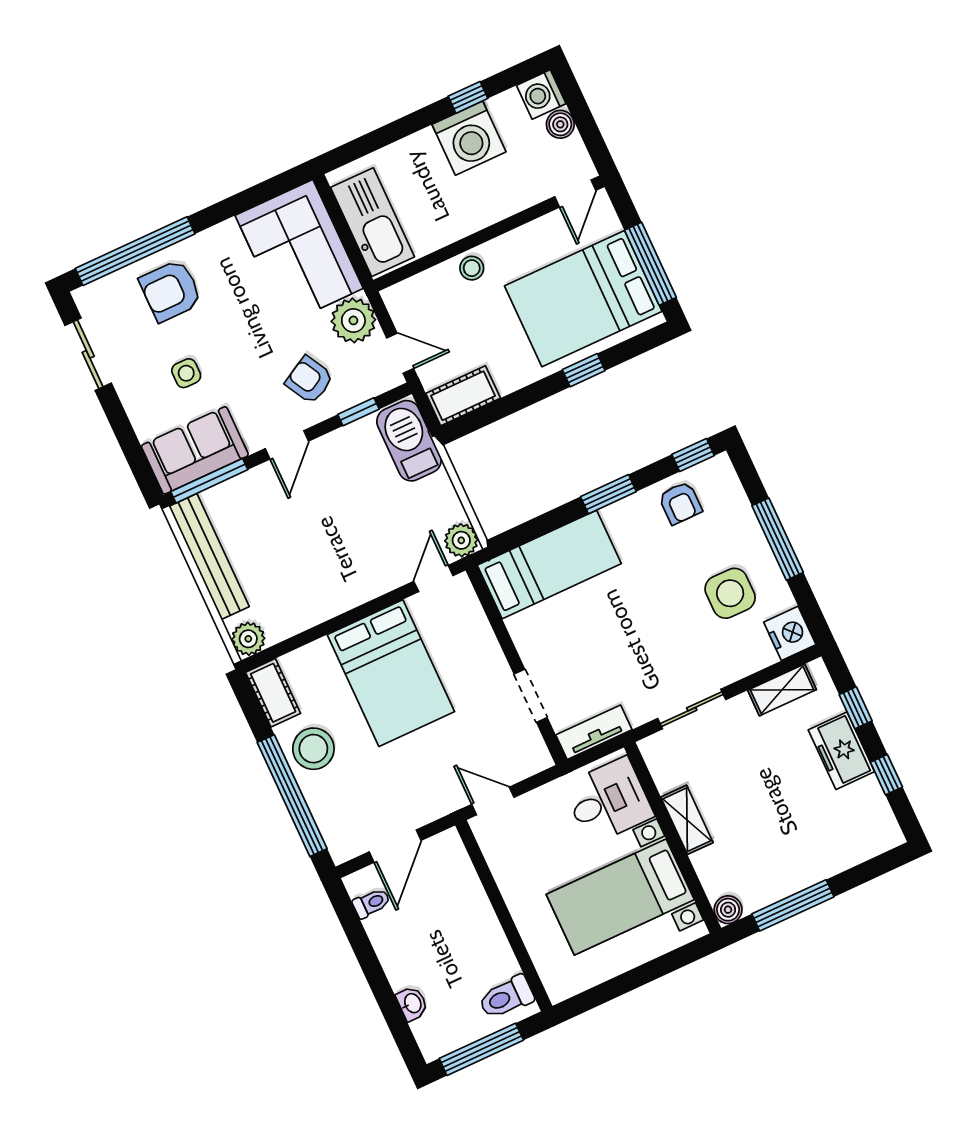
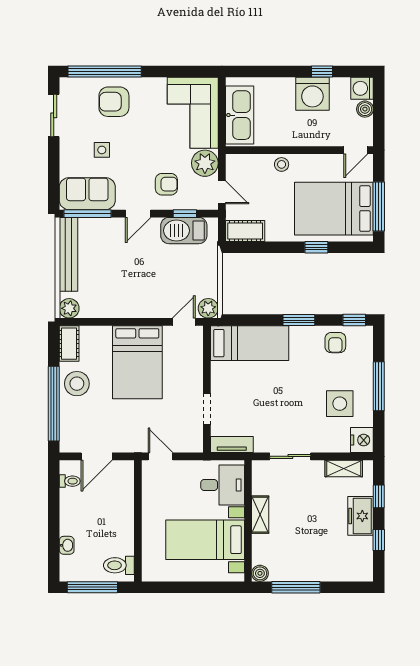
armchair: (309, 380) -> (166, 184), turned 119
barbecue: (409, 441) -> (184, 231), moved, turned -90

